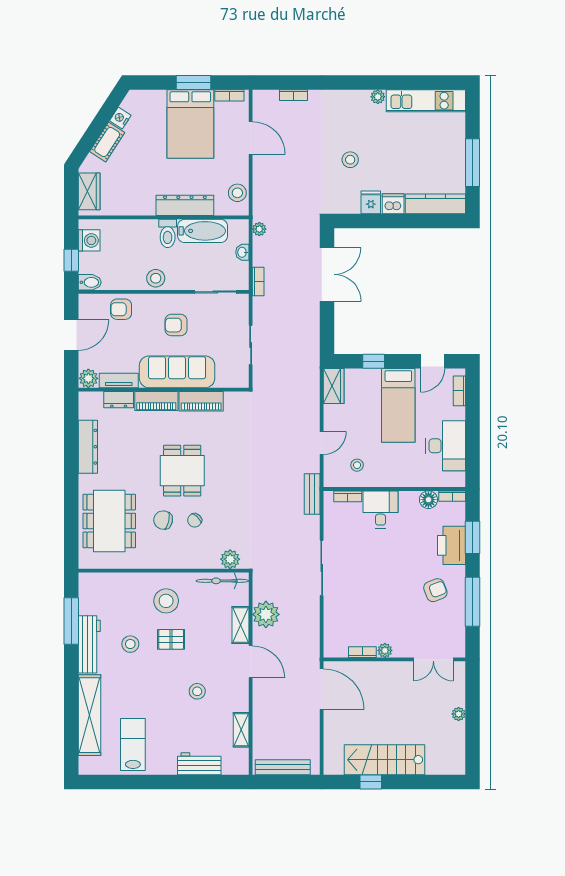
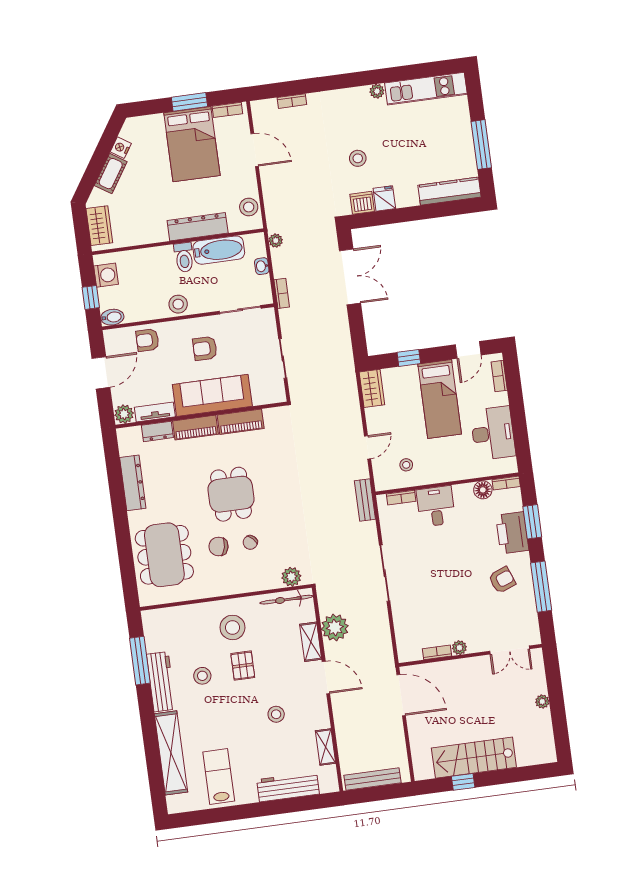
dishwasher: (393, 204) -> (362, 203), moved
pallet: (171, 639) -> (243, 666), turned 90
workbench: (199, 764) -> (288, 787), width x1.38

